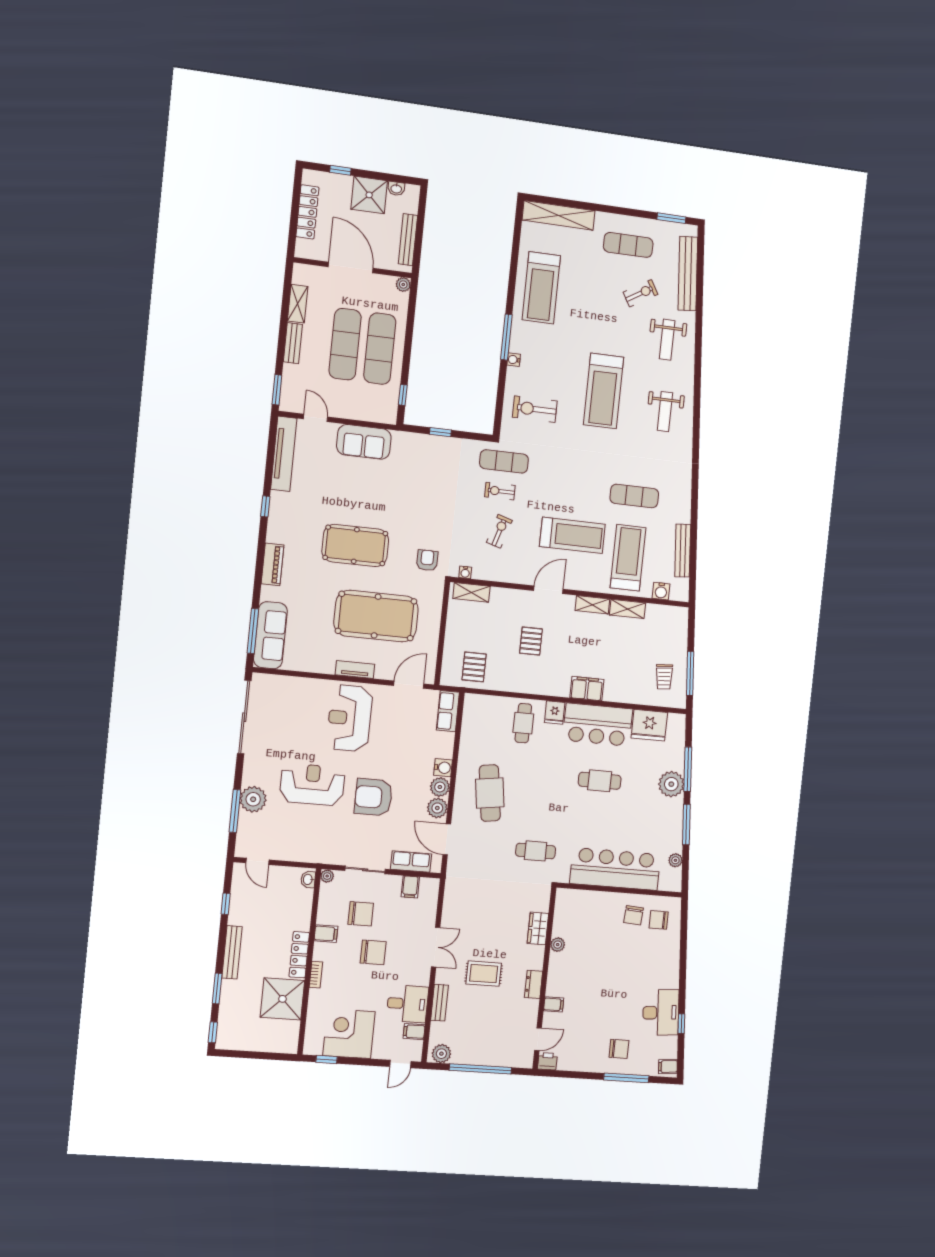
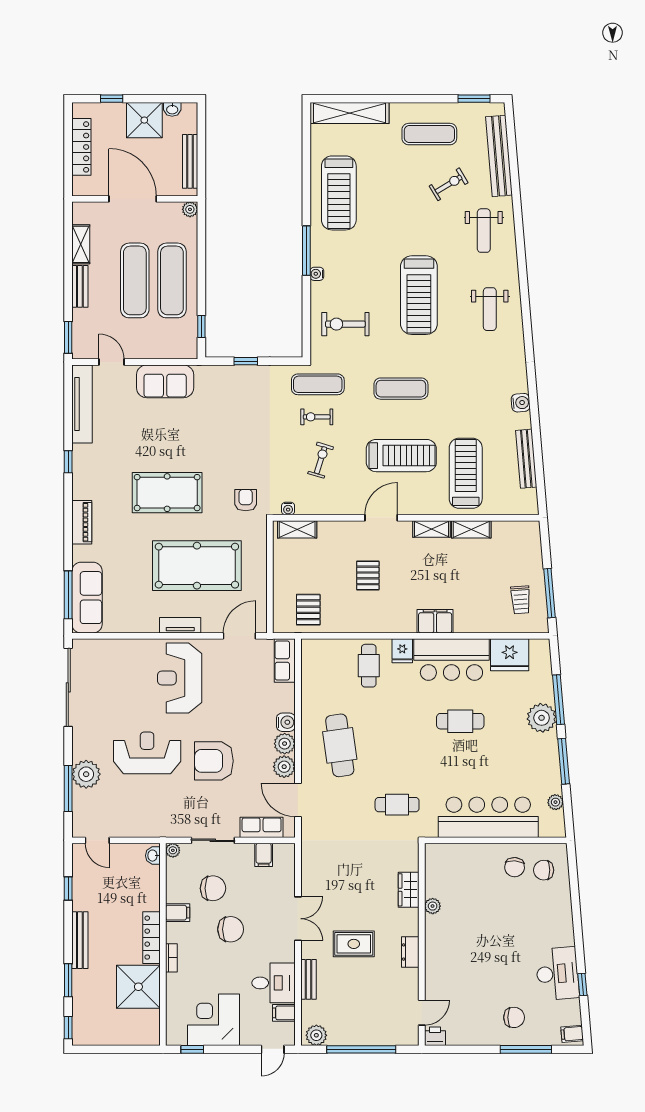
exercise mat: (634, 496) -> (401, 389), moved
water cooler: (661, 591) -> (521, 403), moved, turned -95
filing cabinet: (554, 1004) -> (435, 973), removed

